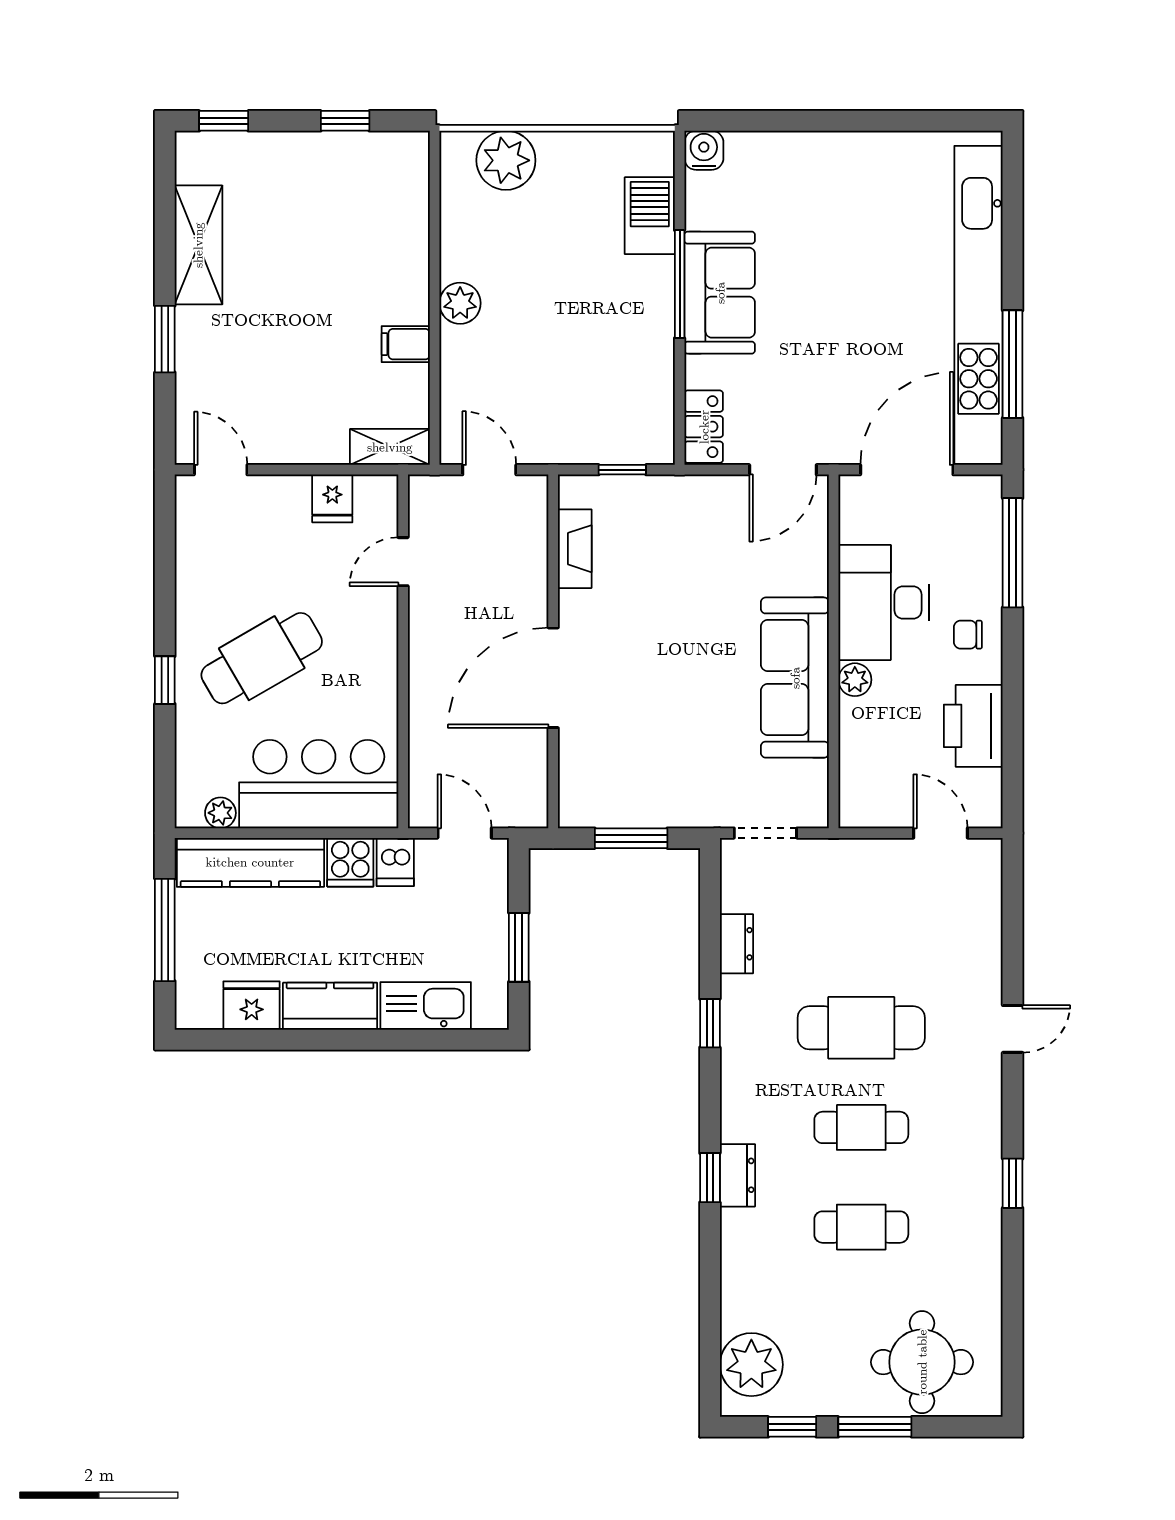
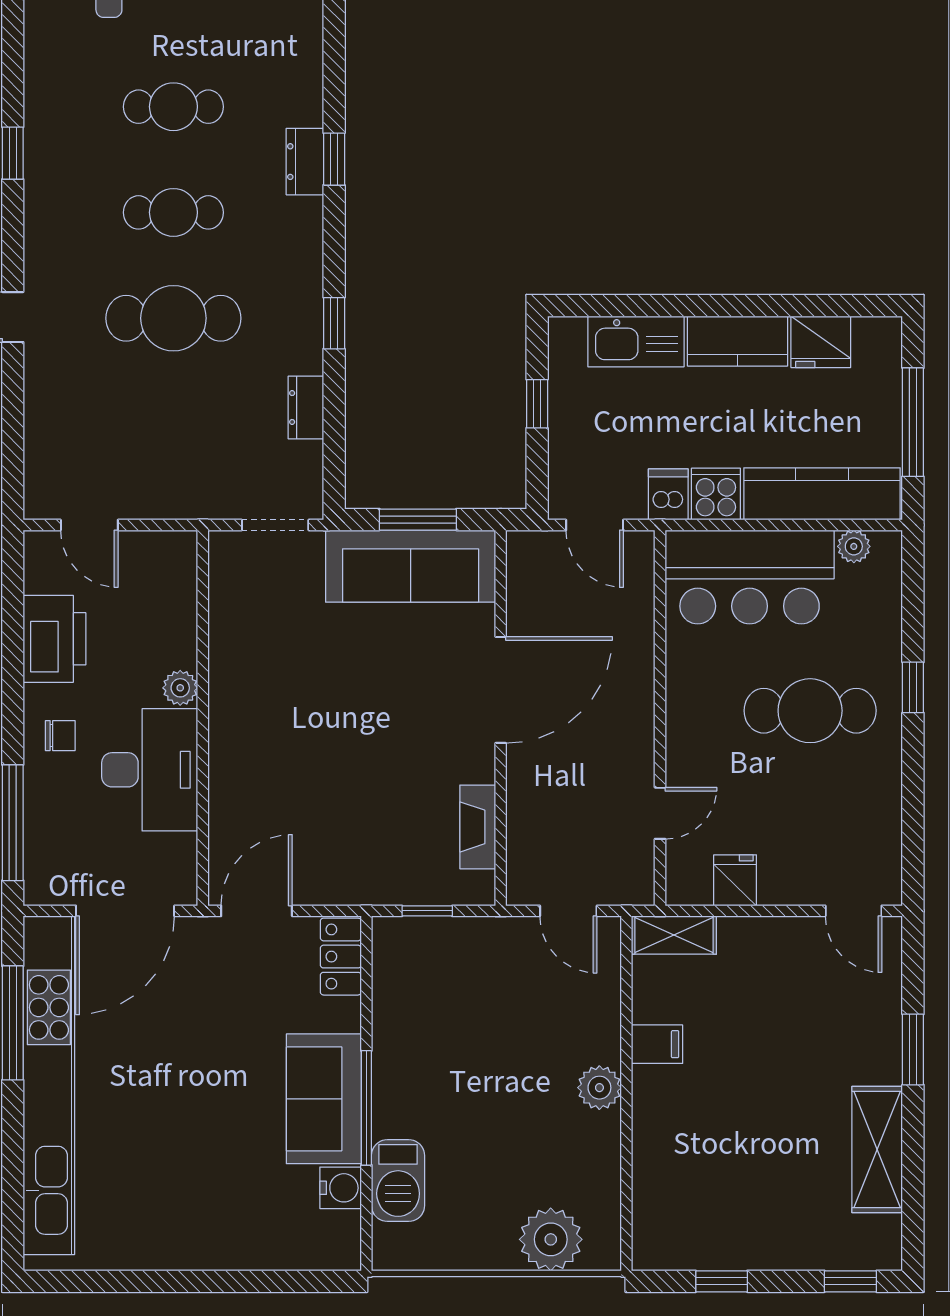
water cooler: (704, 150) -> (341, 1188), moved, turned -90
cafe table: (262, 658) -> (810, 711), turned 30
sofa: (795, 678) -> (411, 566), moved, turned 90
window: (519, 947) -> (537, 404), width x0.67

